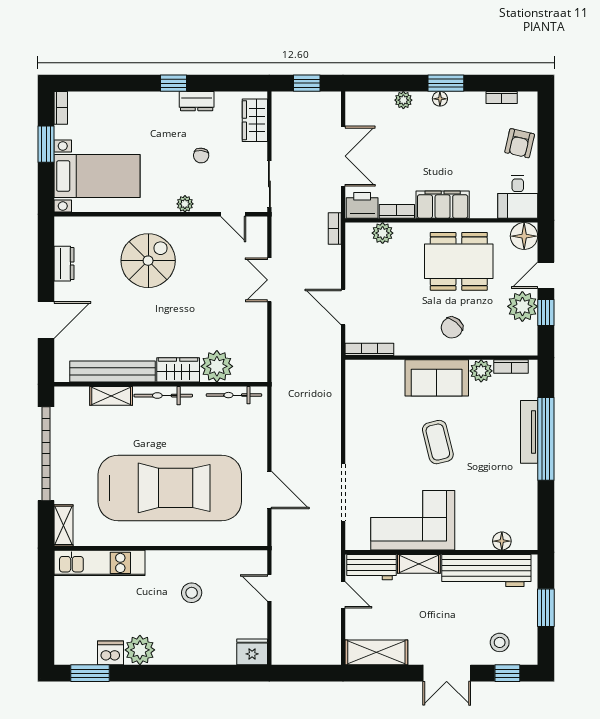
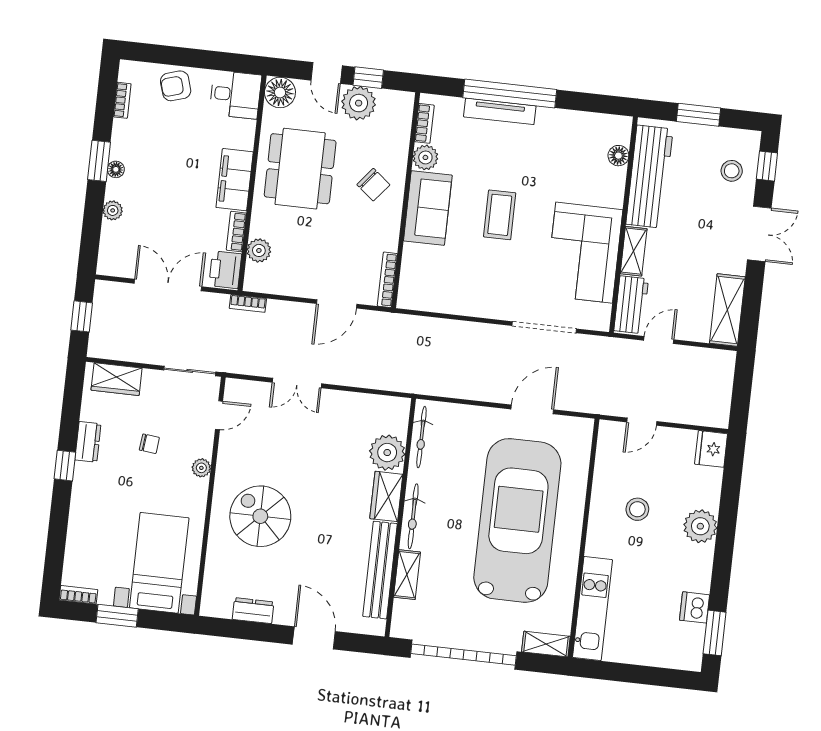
armchair: (520, 143) -> (176, 86), turned 150
coffee table: (438, 442) -> (500, 215), turned -76
plant: (140, 650) -> (700, 526), moved

